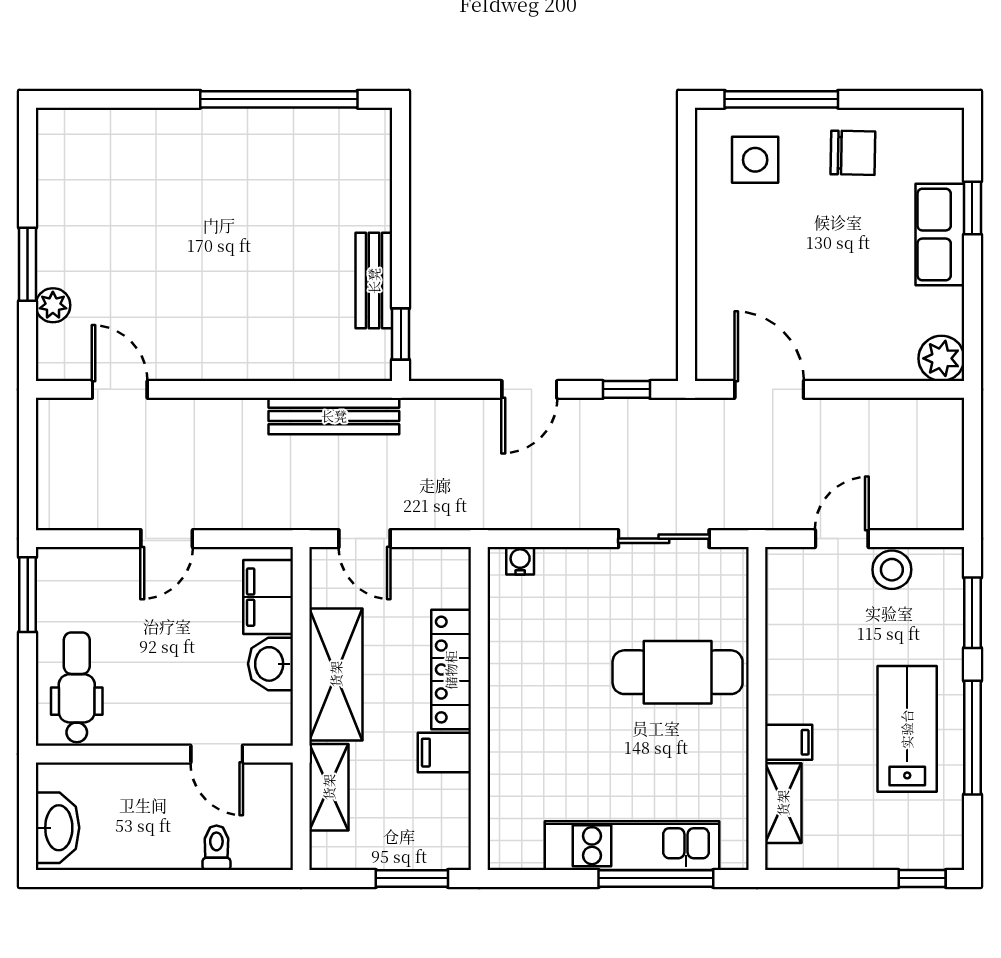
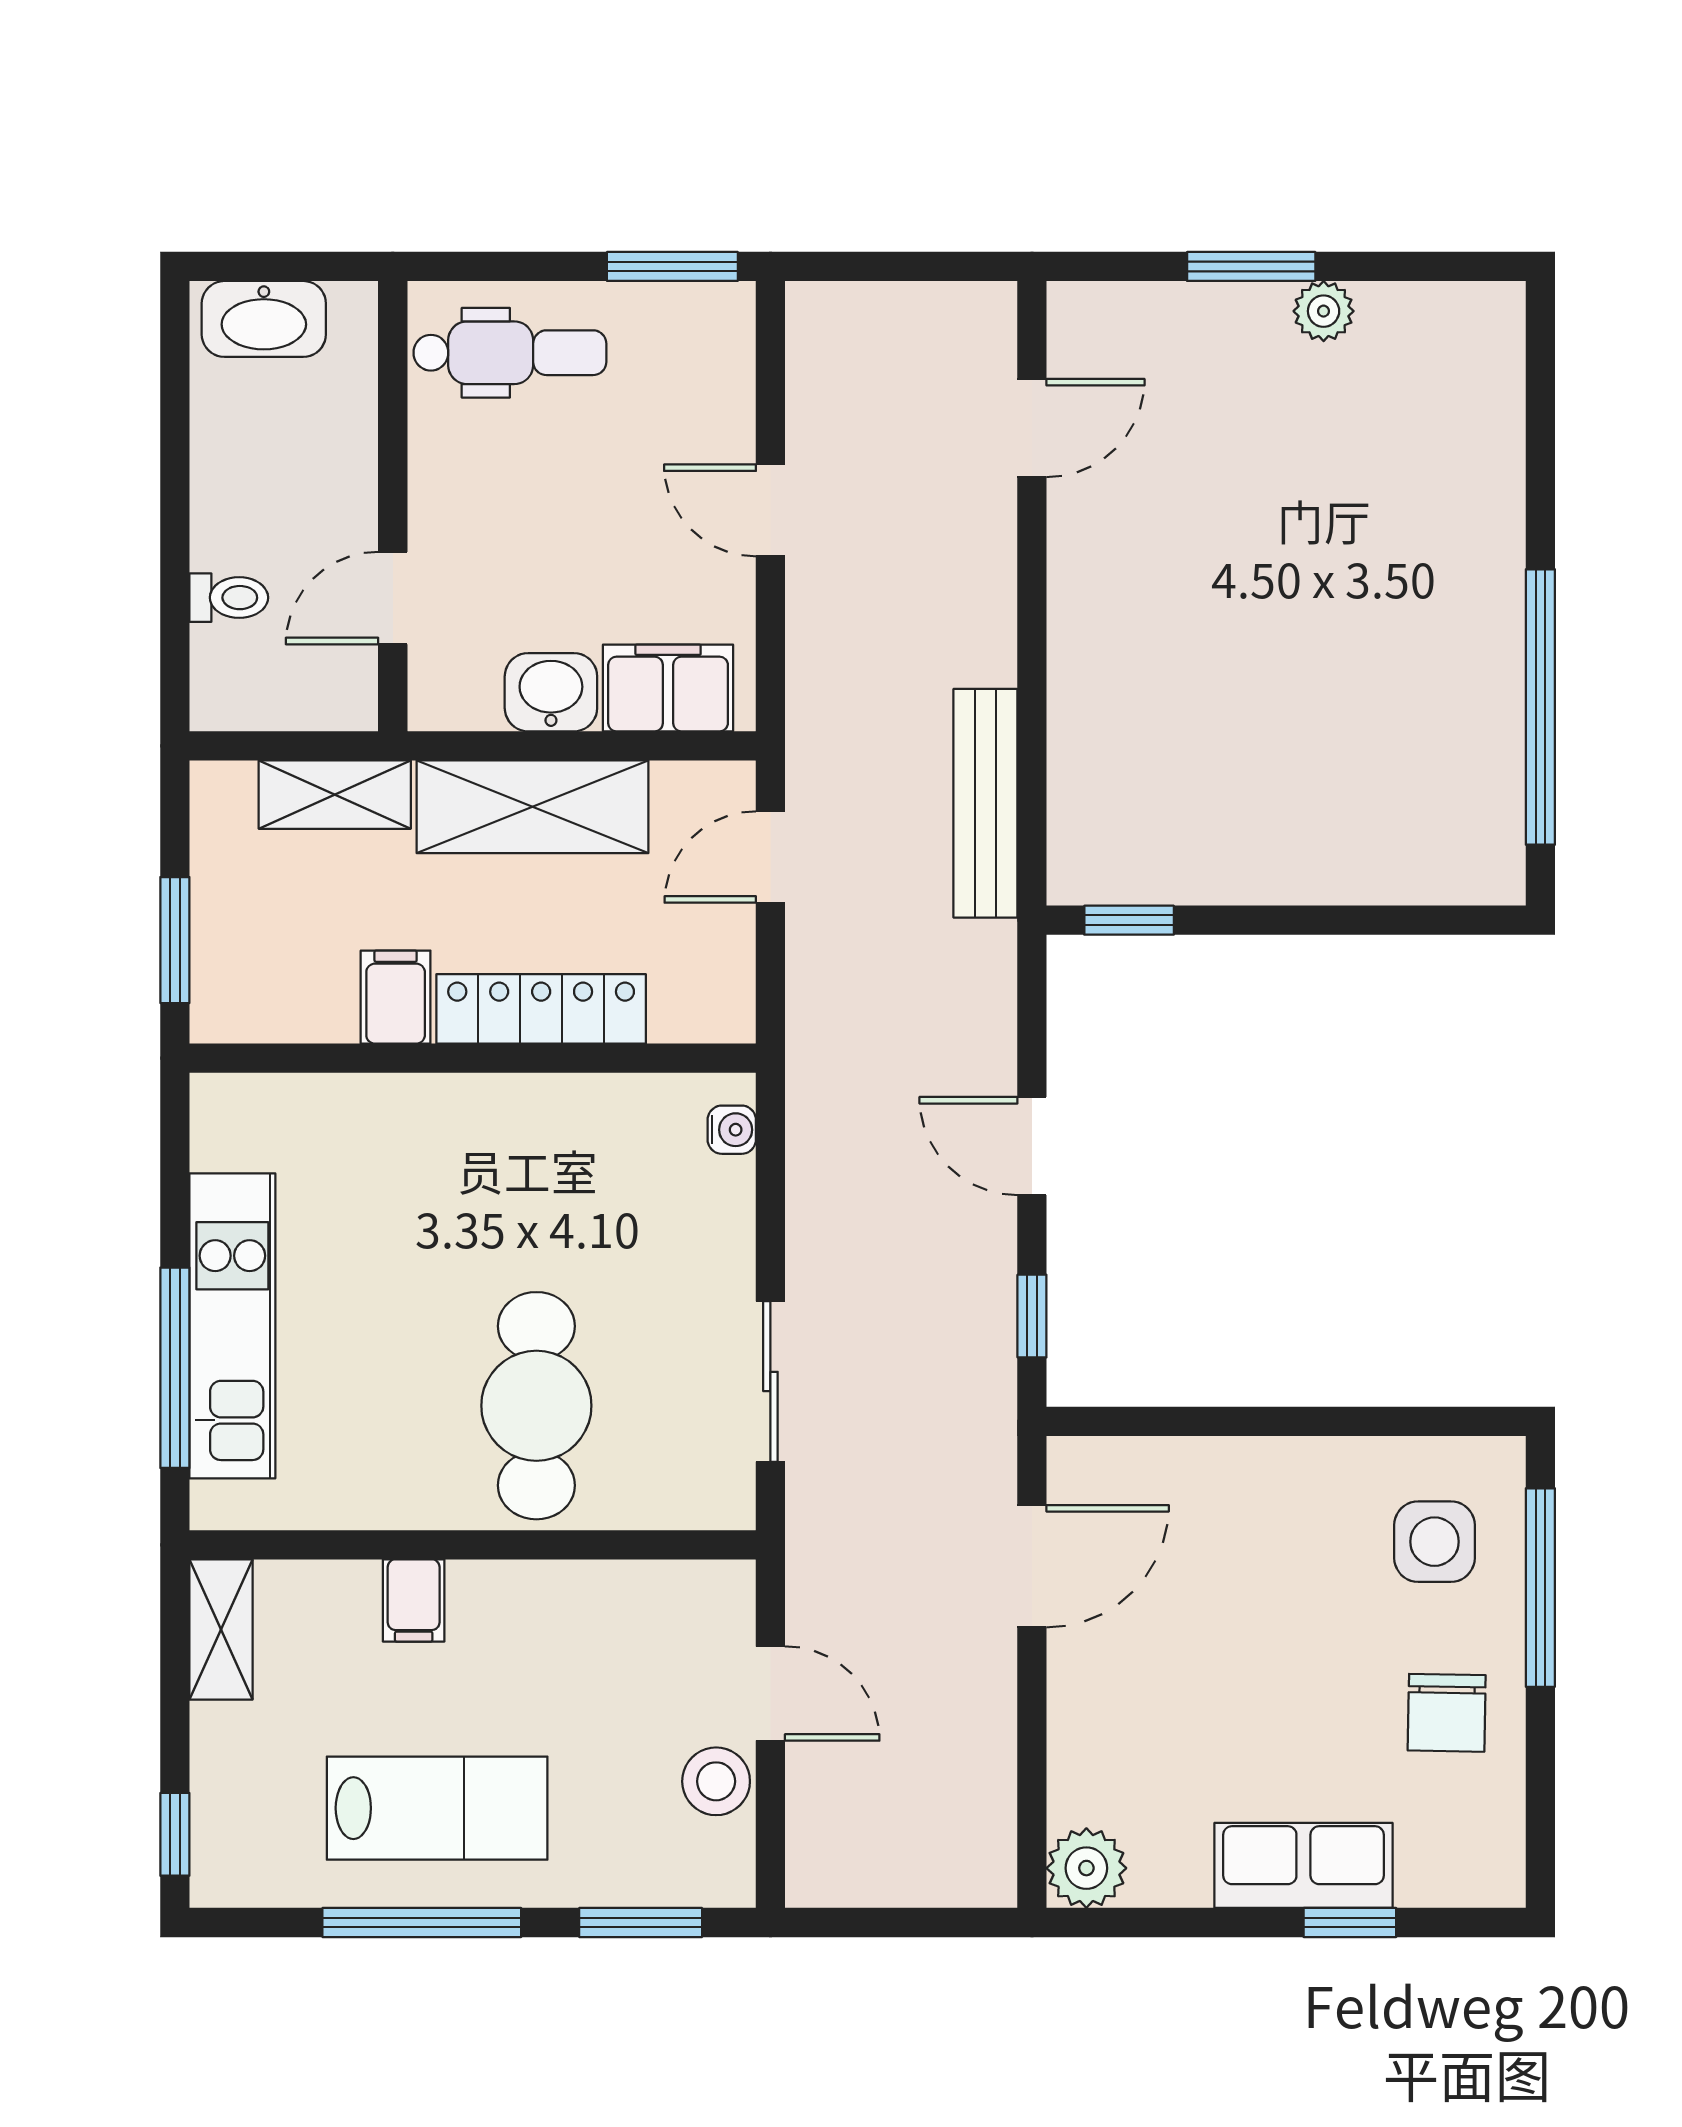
bench: (374, 281) -> (1223, 874), removed
plant: (53, 305) -> (1324, 311), moved
shelving: (783, 803) -> (221, 1629), moved, turned 90

